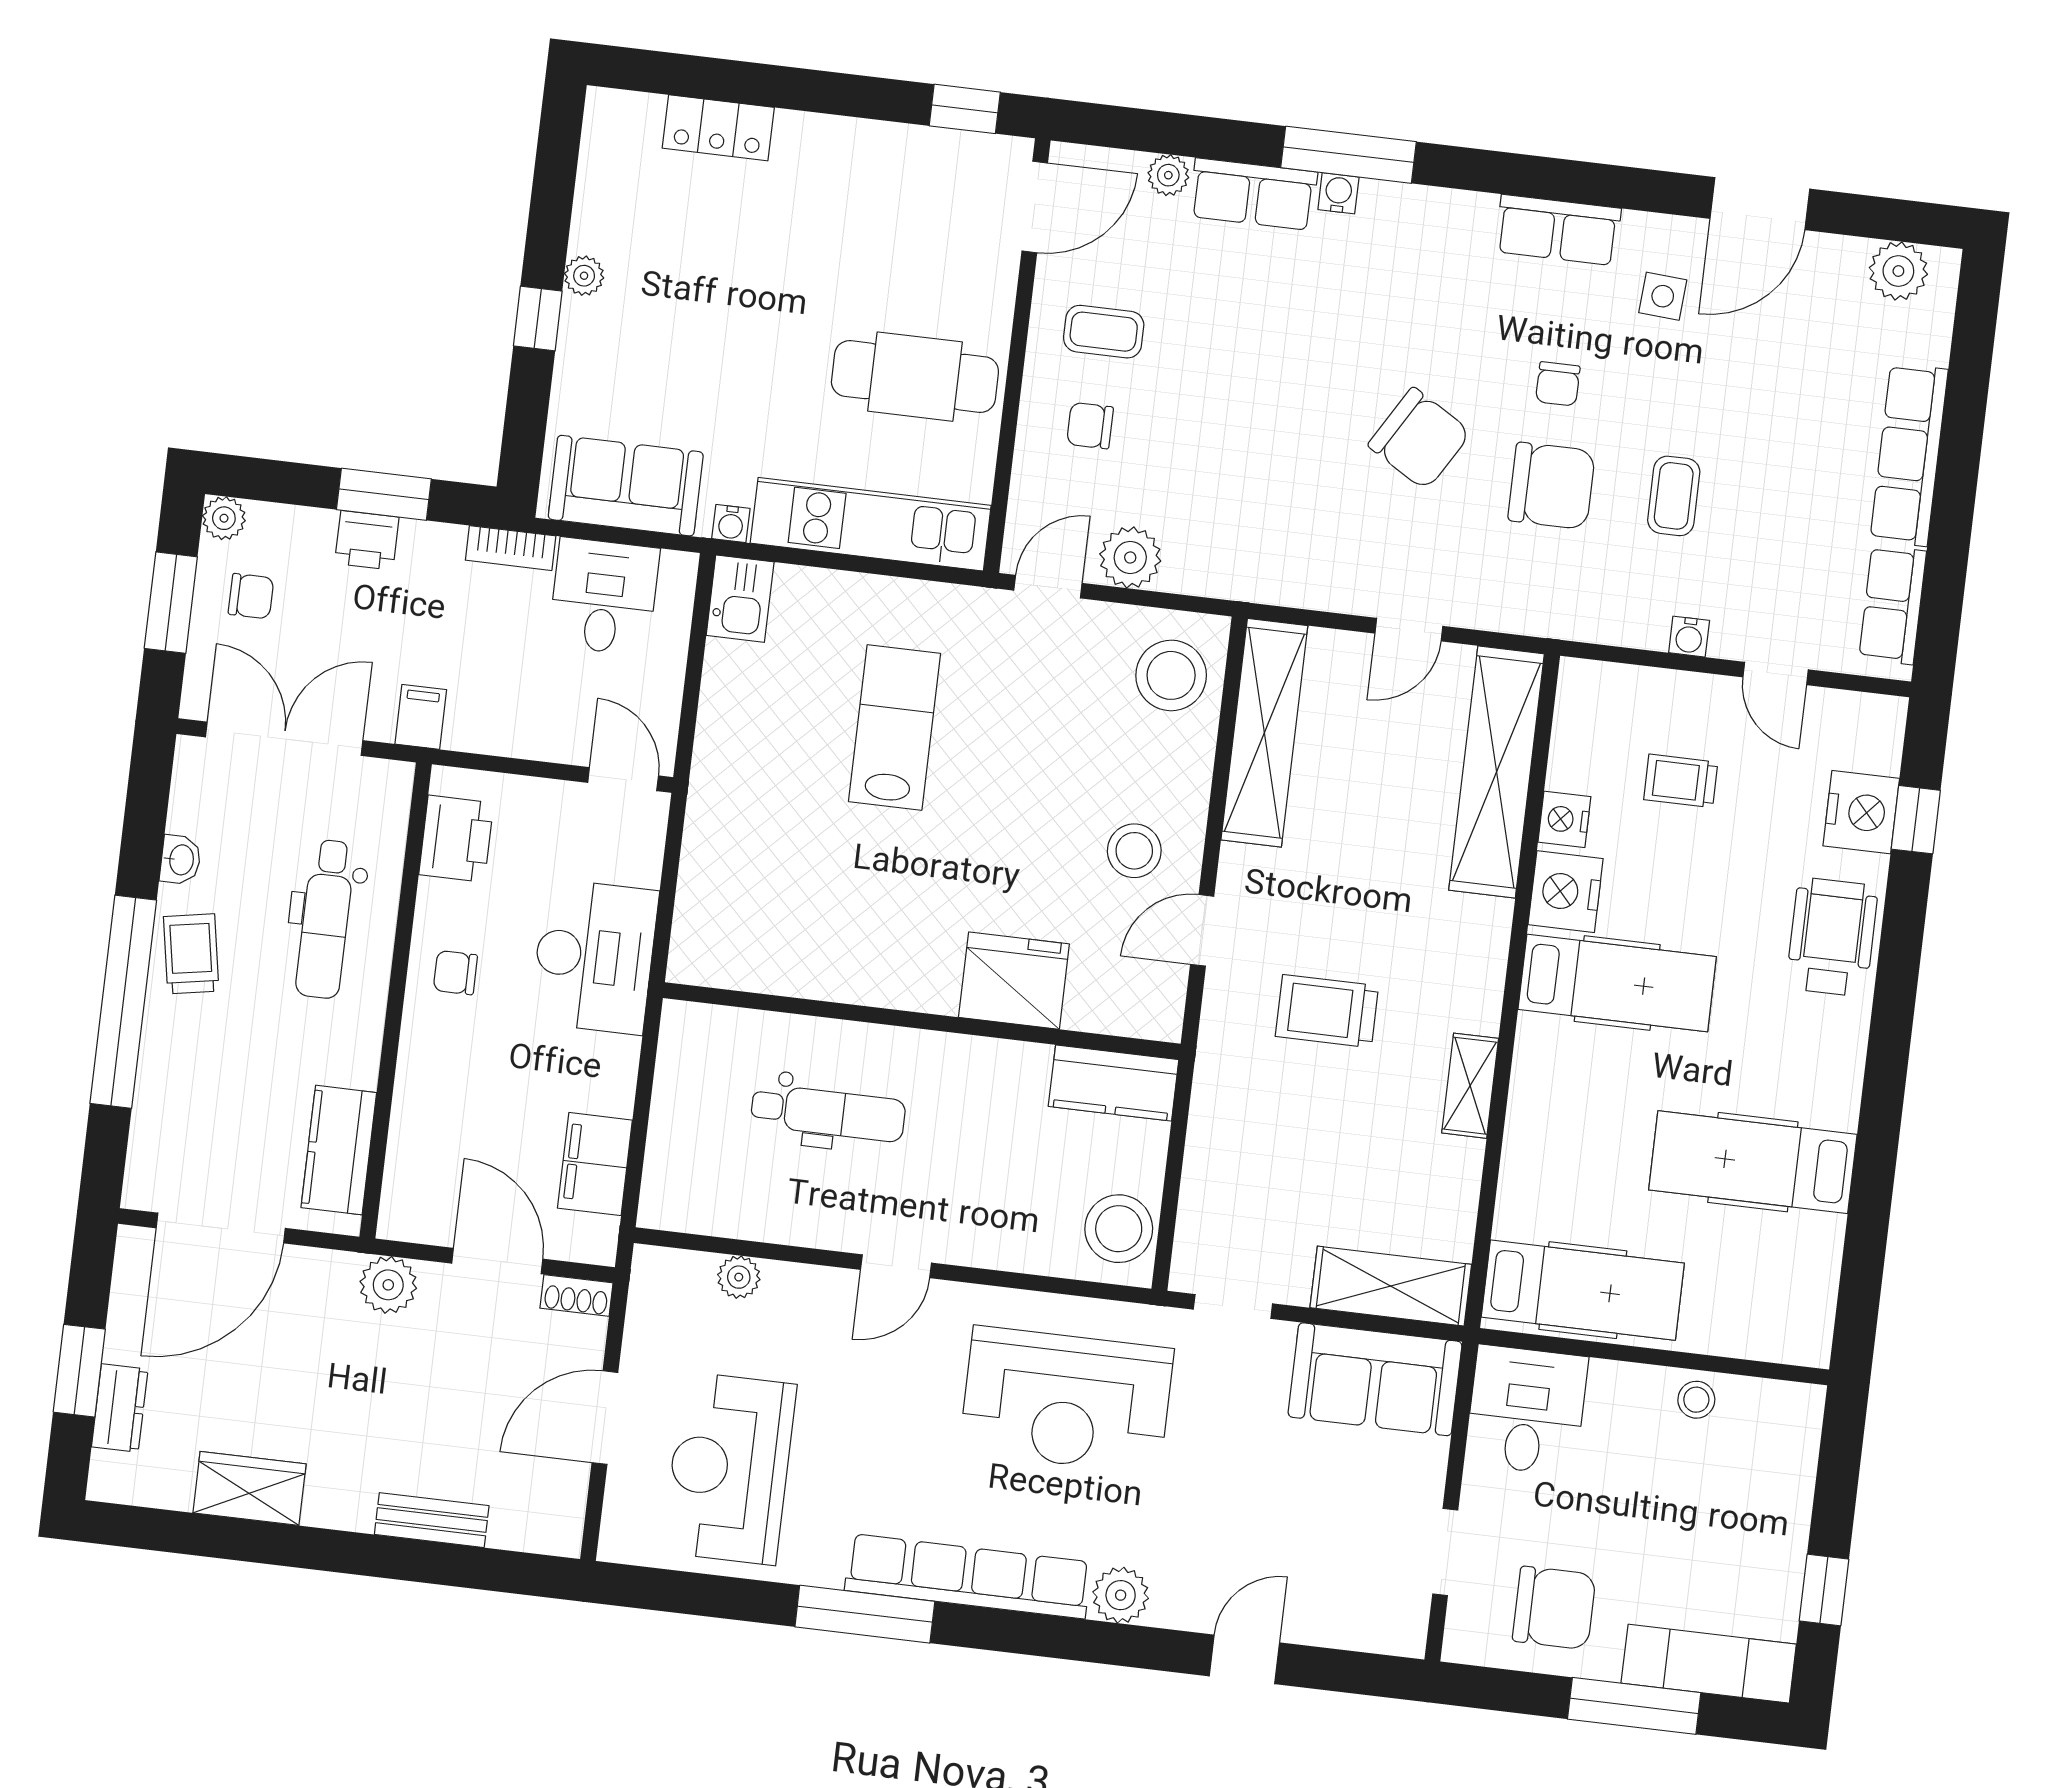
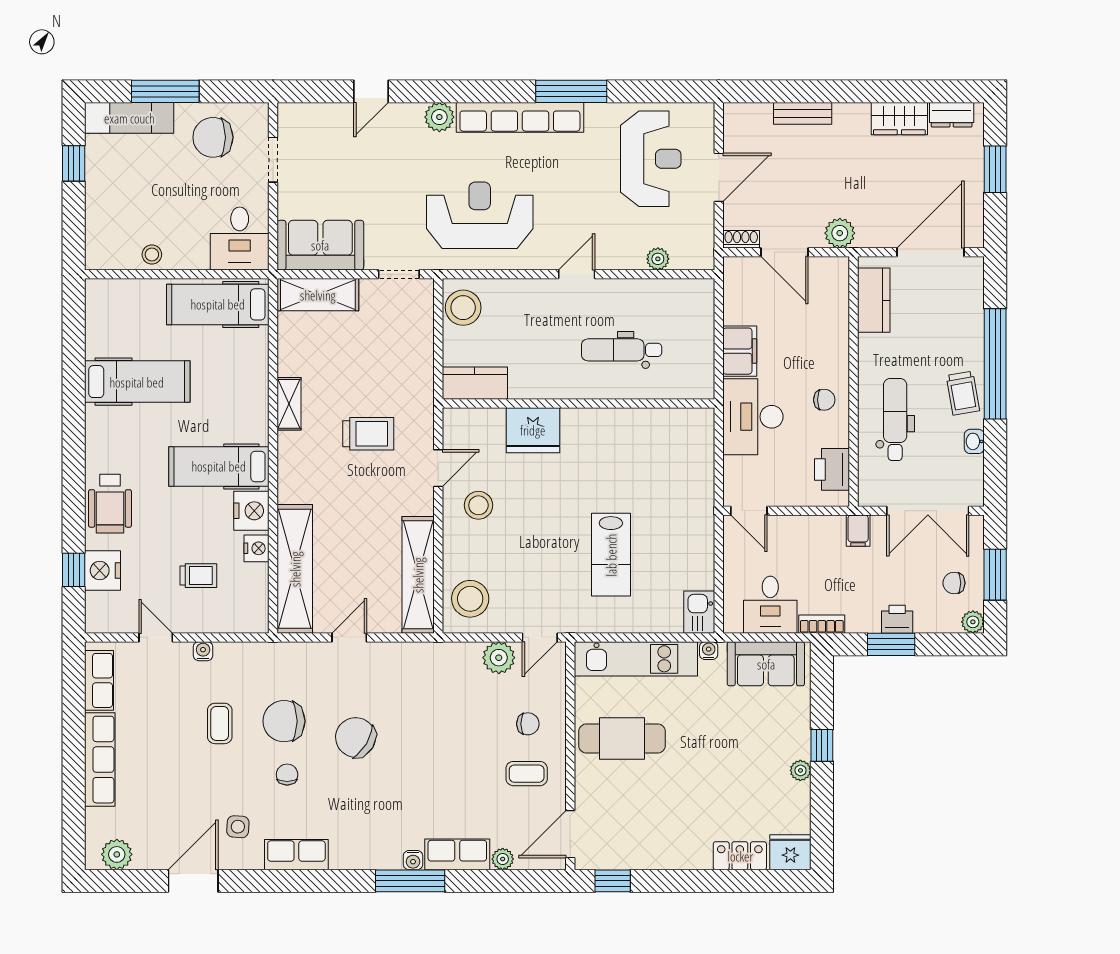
fridge: (622, 123) -> (790, 852), added
filing cabinet: (595, 1164) -> (740, 351), moved
dresser: (120, 1408) -> (952, 115), moved, turned -90

